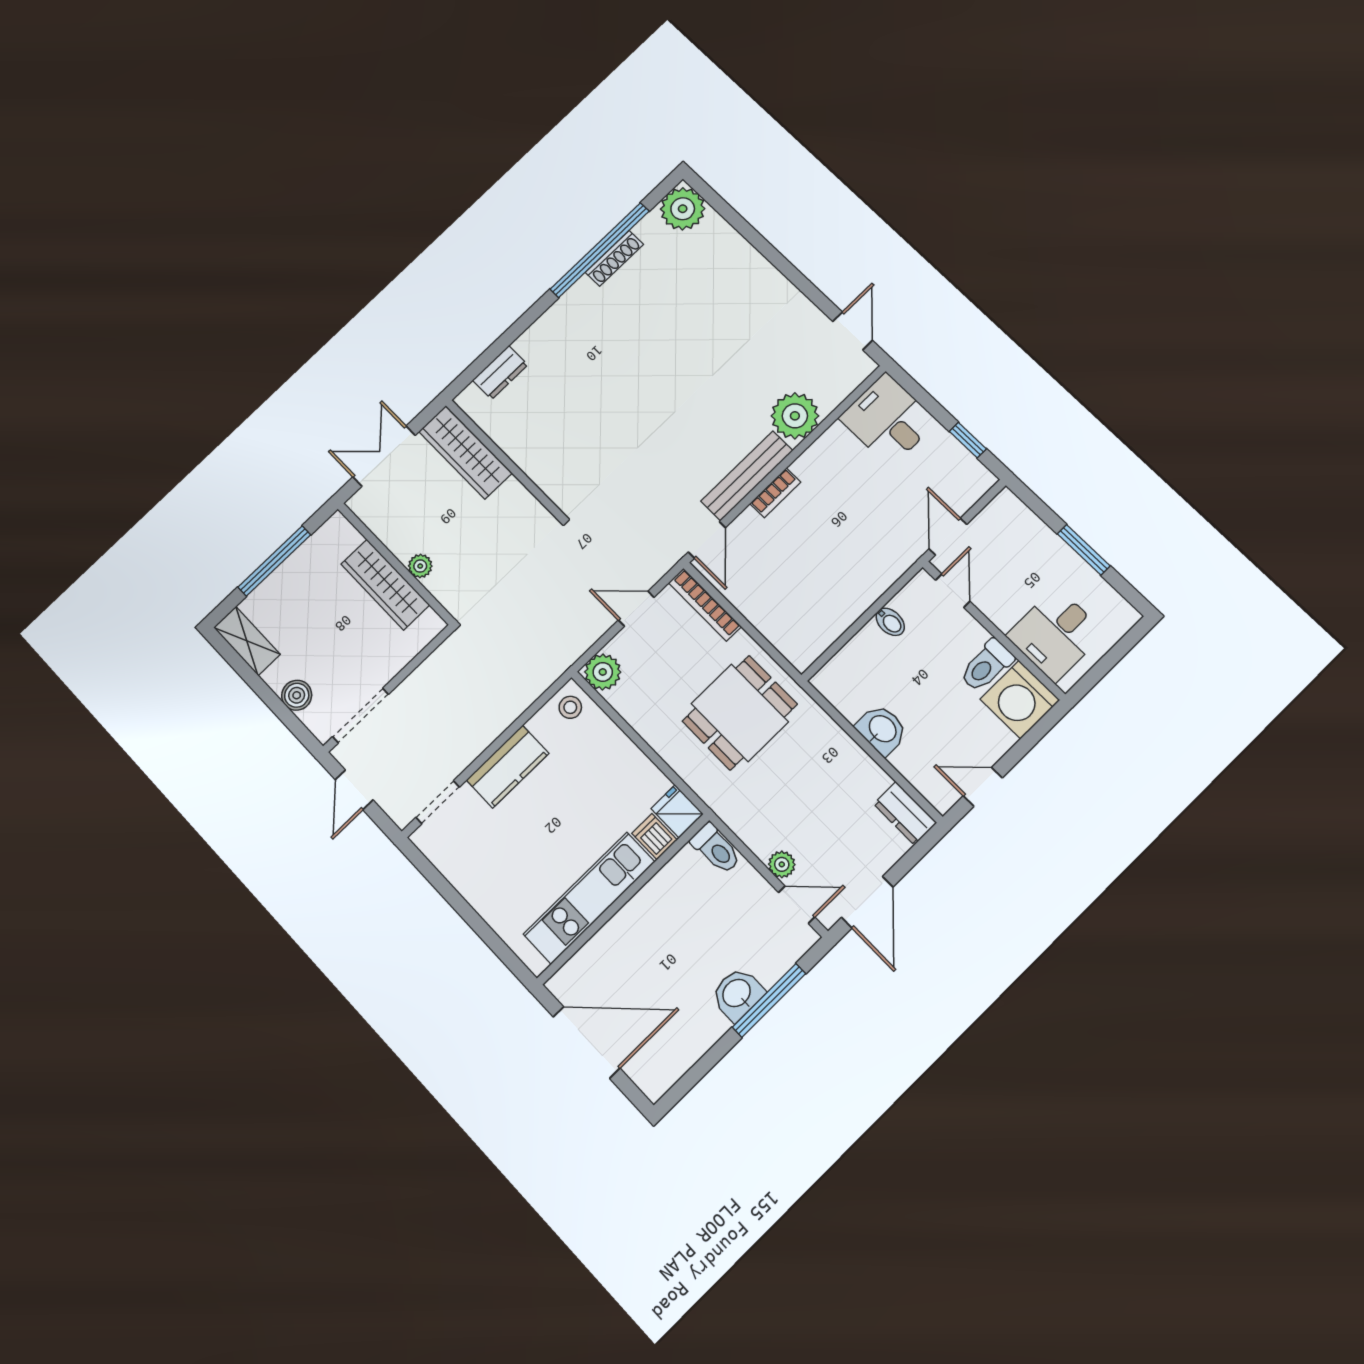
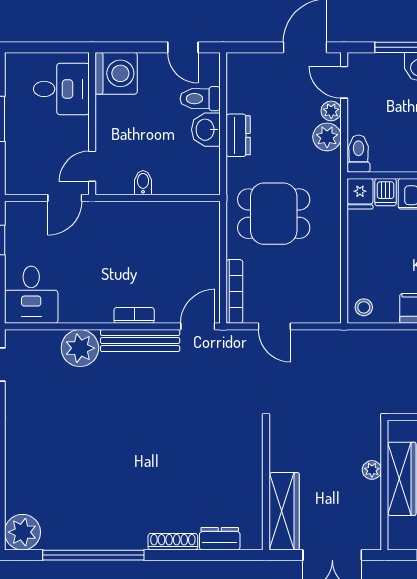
shoe rack: (614, 258) -> (173, 542), moved
toilet: (987, 666) -> (200, 99), moved, turned 180
plant: (603, 672) -> (327, 137), moved
dresser: (905, 813) -> (238, 135), moved

